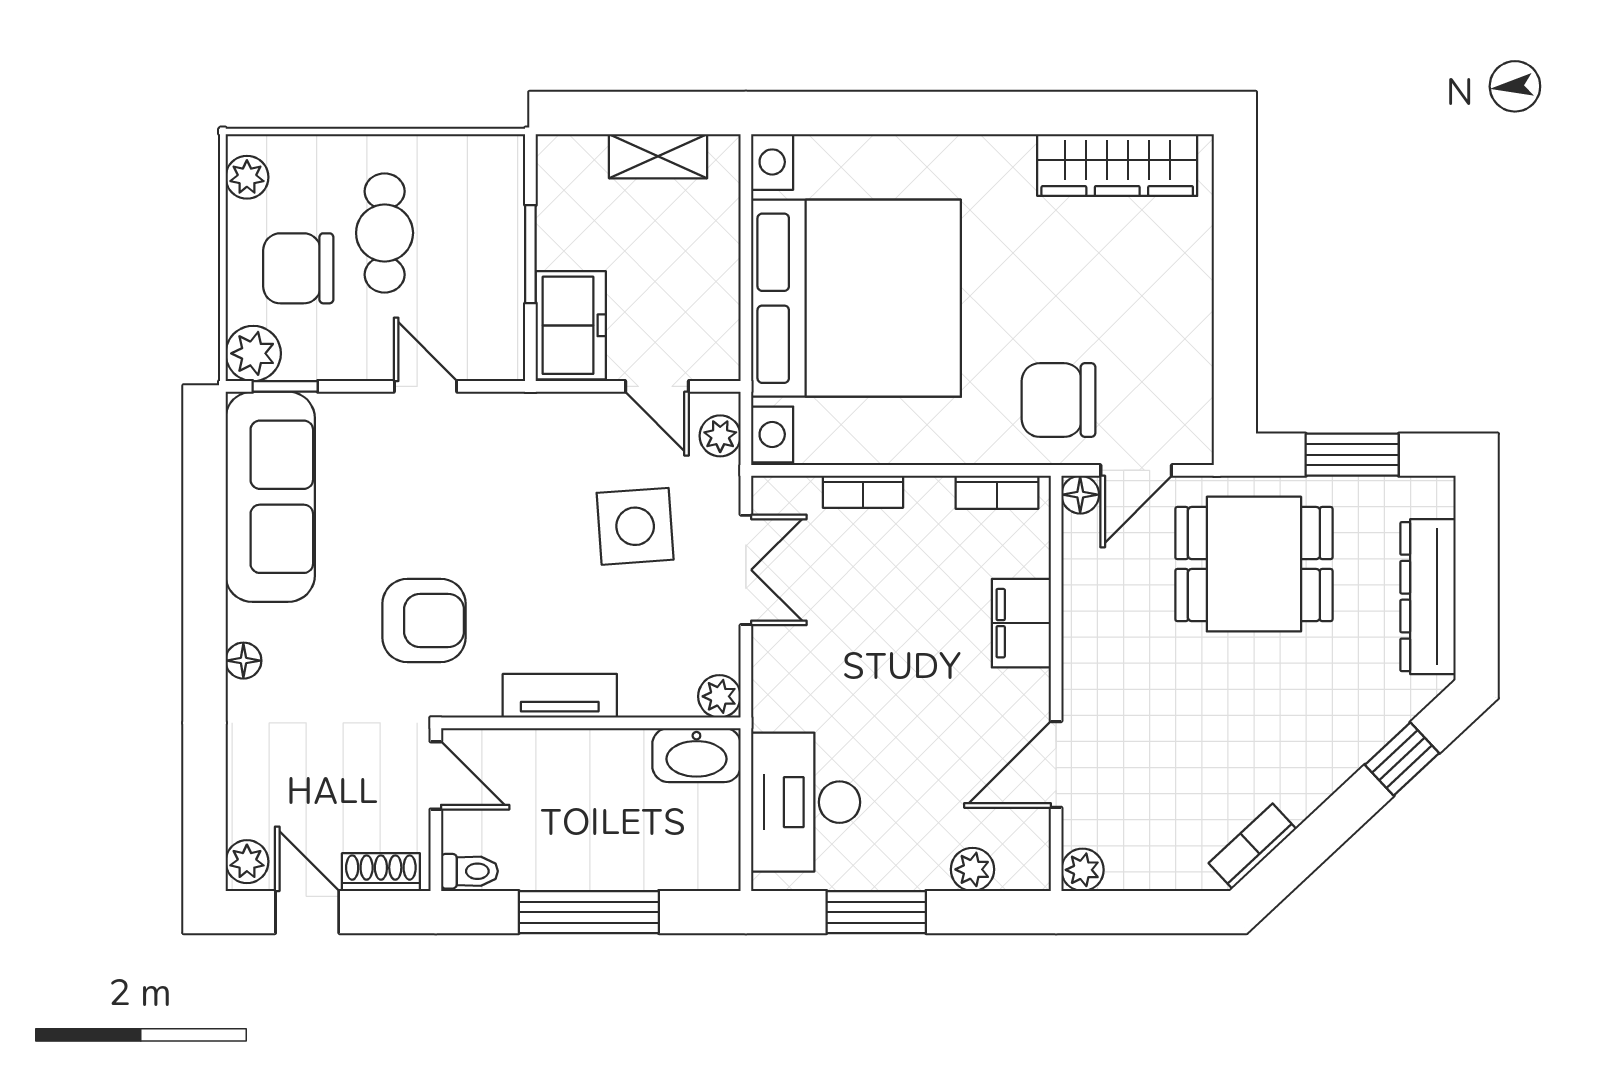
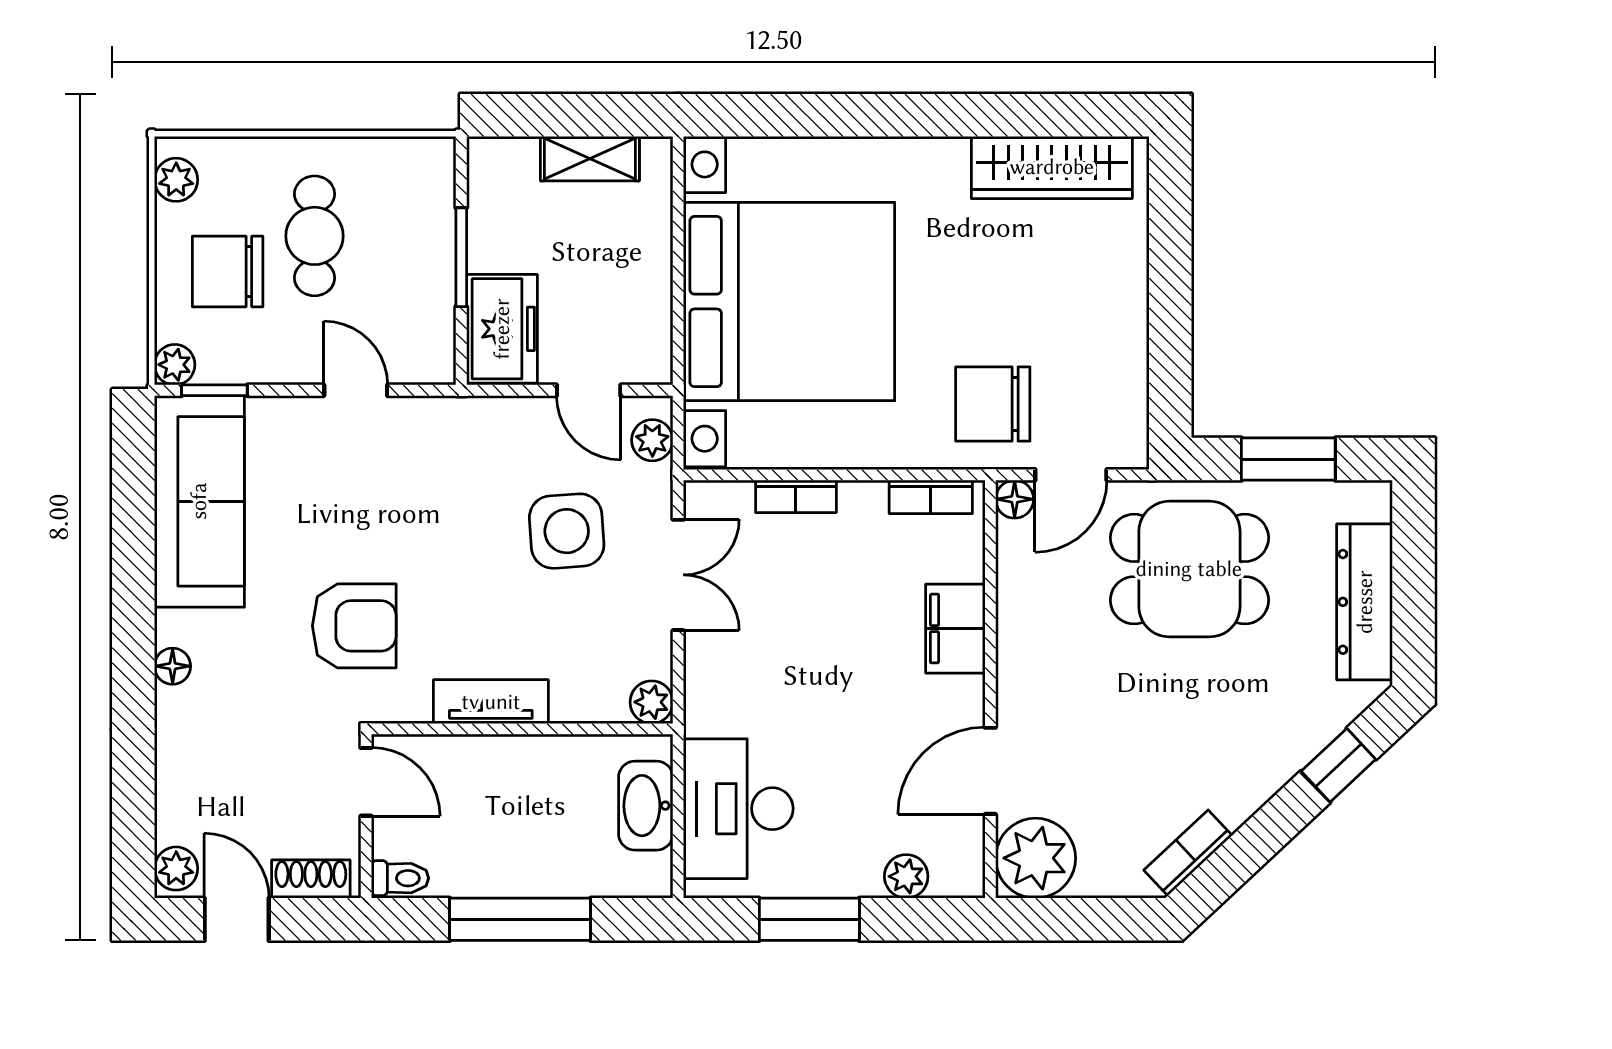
plant: (253, 353) -> (175, 365), width x0.73, depth x0.73
washbasin: (696, 755) -> (646, 806), moved, turned 90
plant: (1083, 870) -> (1036, 858), width x1.87, depth x1.87

